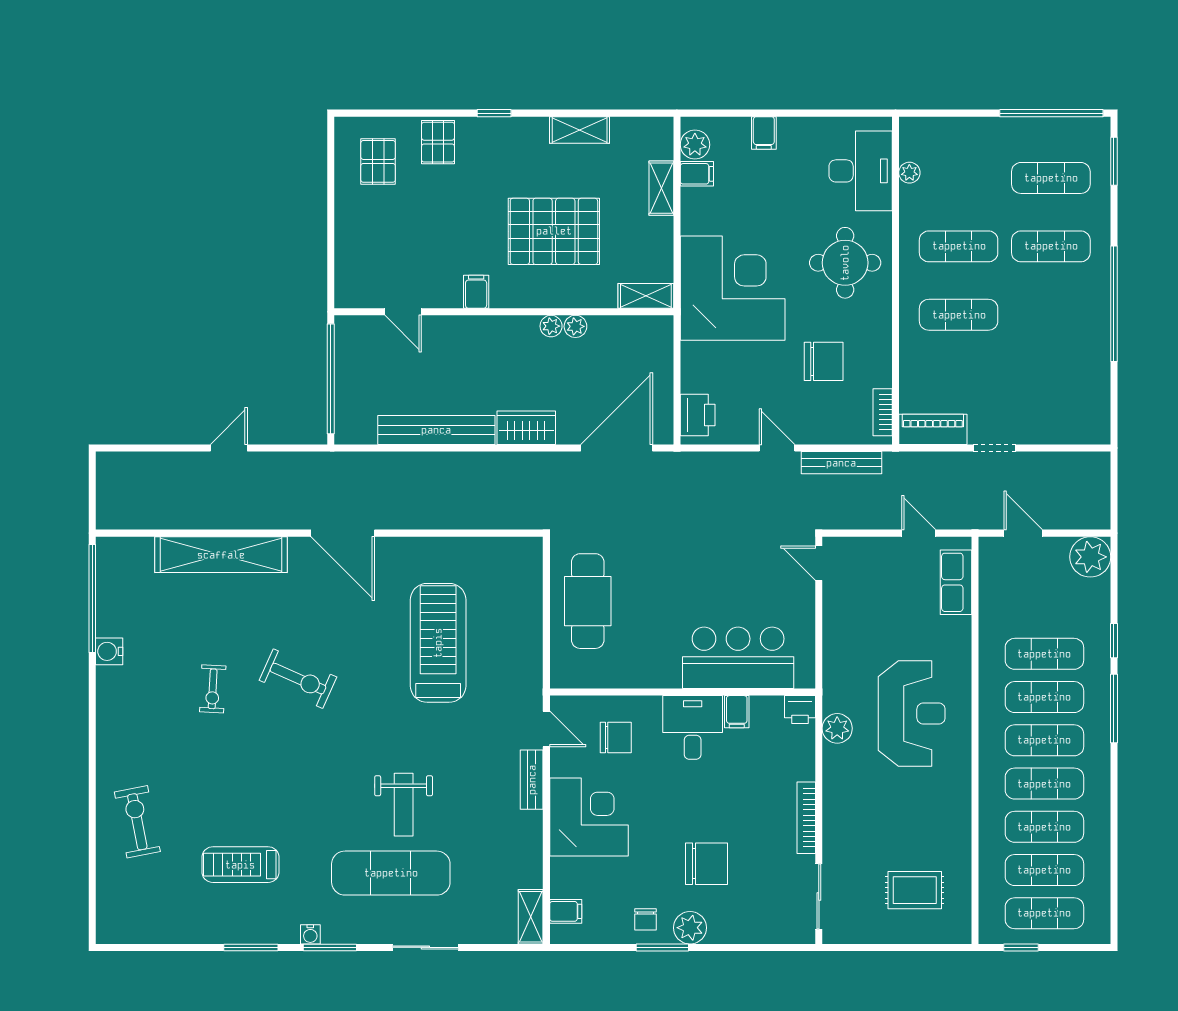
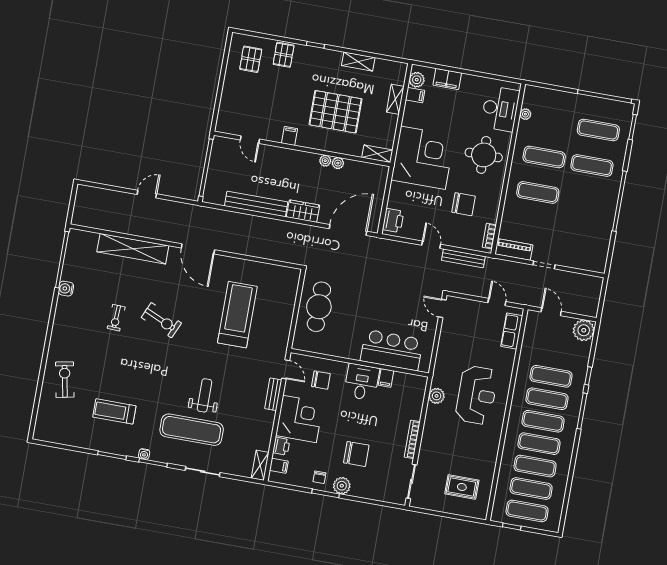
filing cabinet: (764, 133) -> (447, 79), width x2.00
printer: (800, 710) -> (281, 446), moved, turned -90
weight bench: (404, 805) -> (204, 395), turned 180

